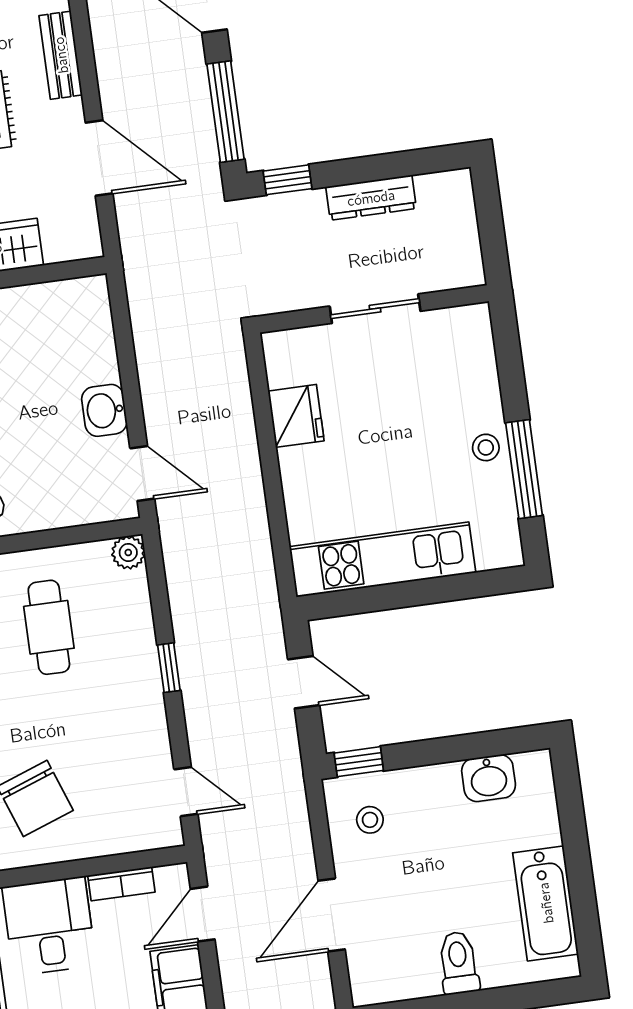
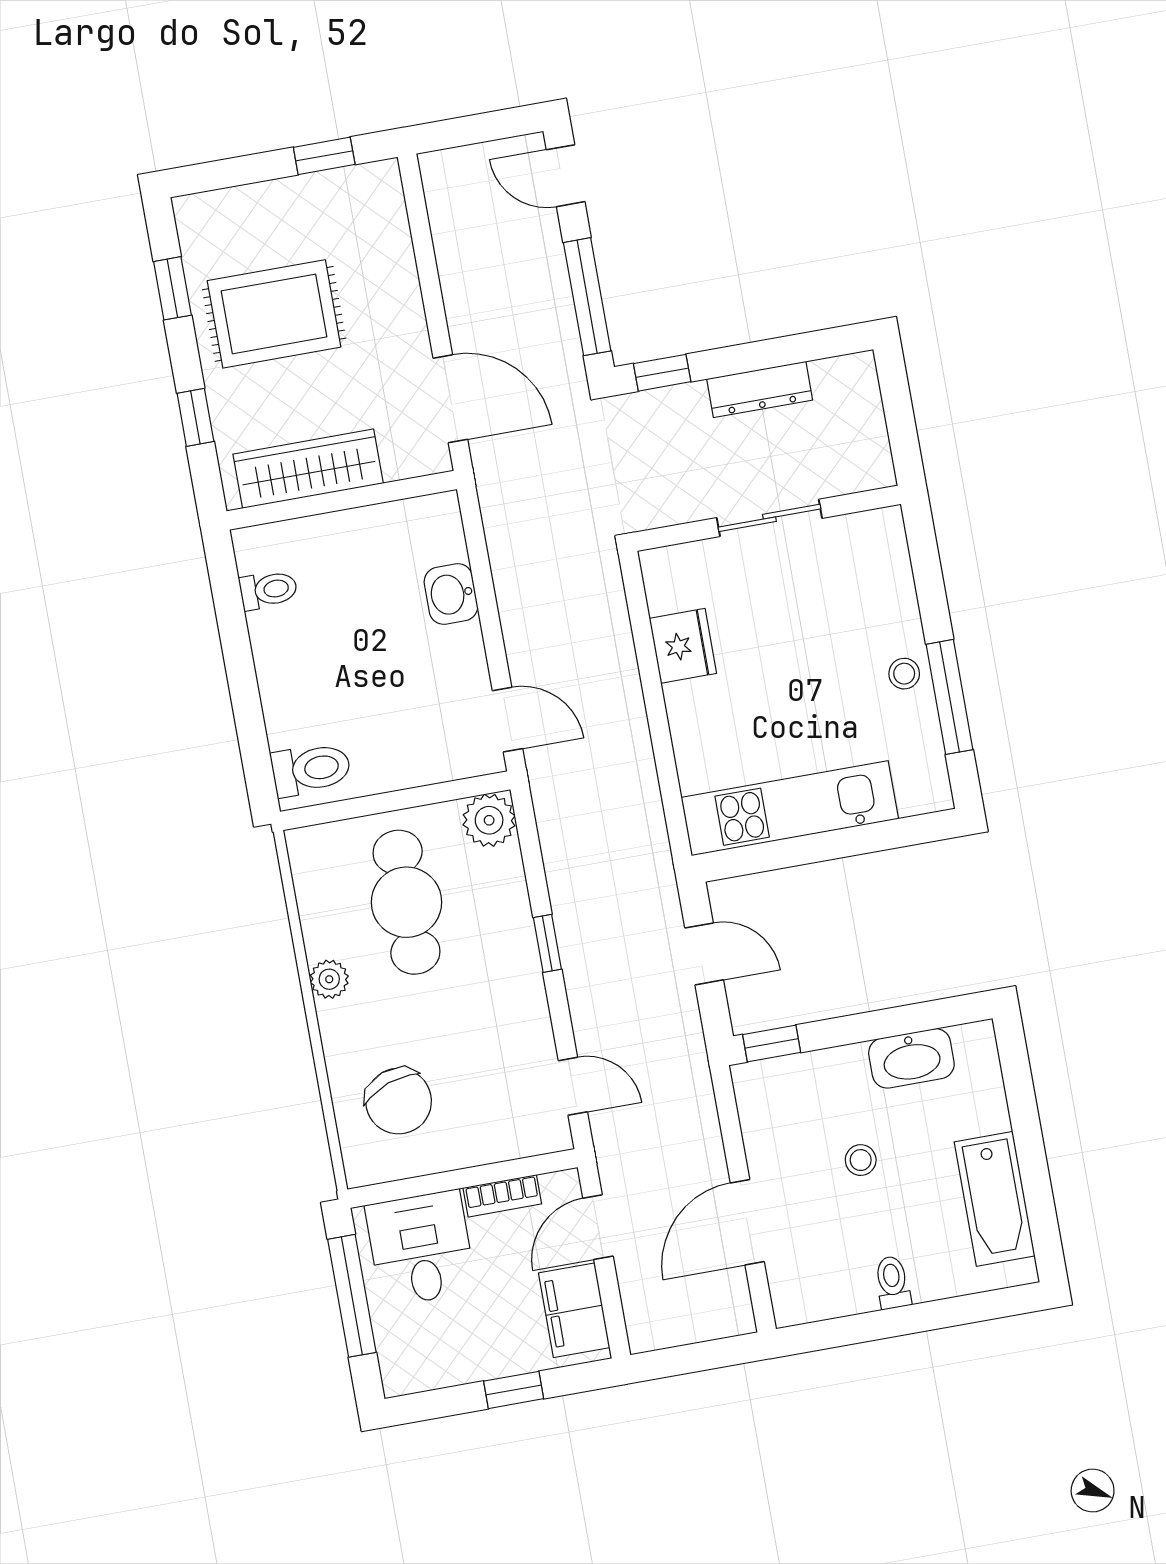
bench: (61, 55) -> (393, 239), removed
door: (99, 158) -> (450, 399), moved
washbasin: (104, 410) -> (451, 594), moved
plant: (128, 552) -> (489, 820), width x1.38, depth x1.38
cafe table: (49, 627) -> (407, 902), width x1.37, depth x1.35
washbasin: (489, 778) -> (911, 1058), width x1.38
stool: (370, 820) -> (861, 1160), moved
toilet: (458, 963) -> (893, 1282), width x0.73, depth x0.72

